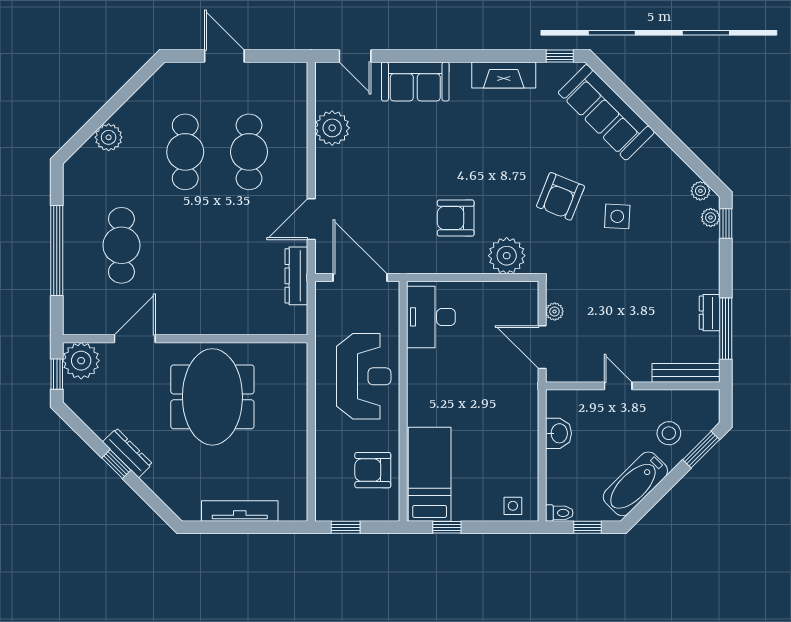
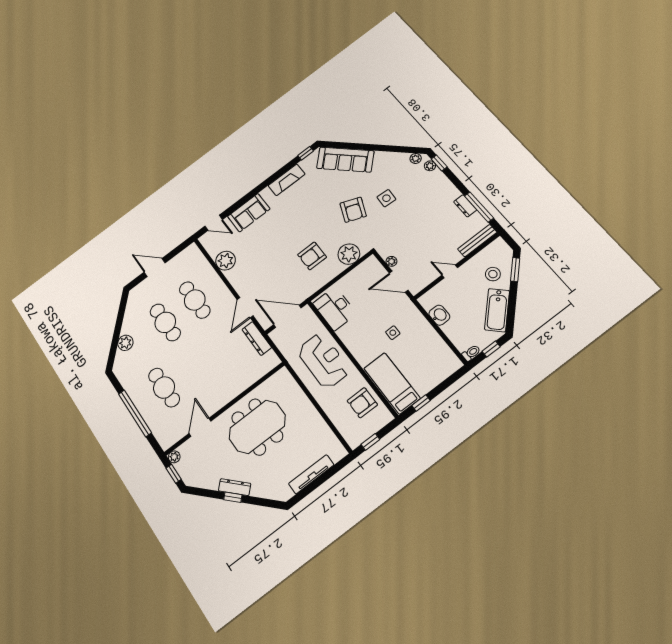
plant: (81, 361) -> (174, 457), width x0.53, depth x0.53
meeting table: (212, 397) -> (257, 427), turned 90
side table: (513, 506) -> (393, 333), moved

